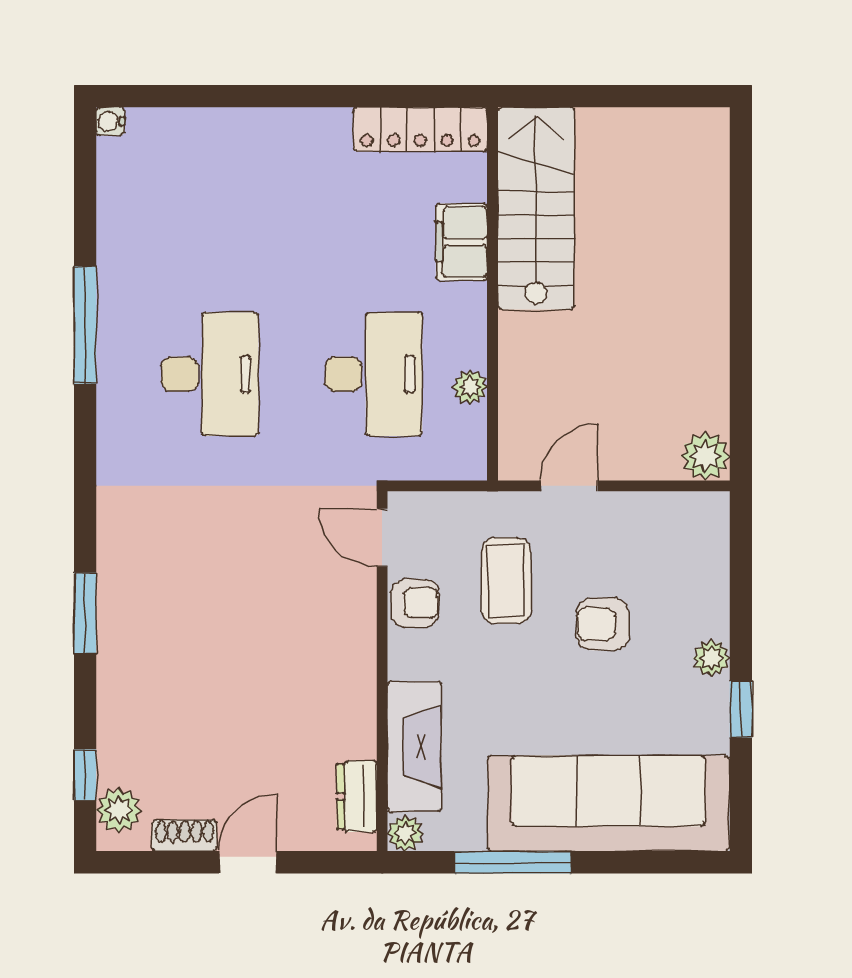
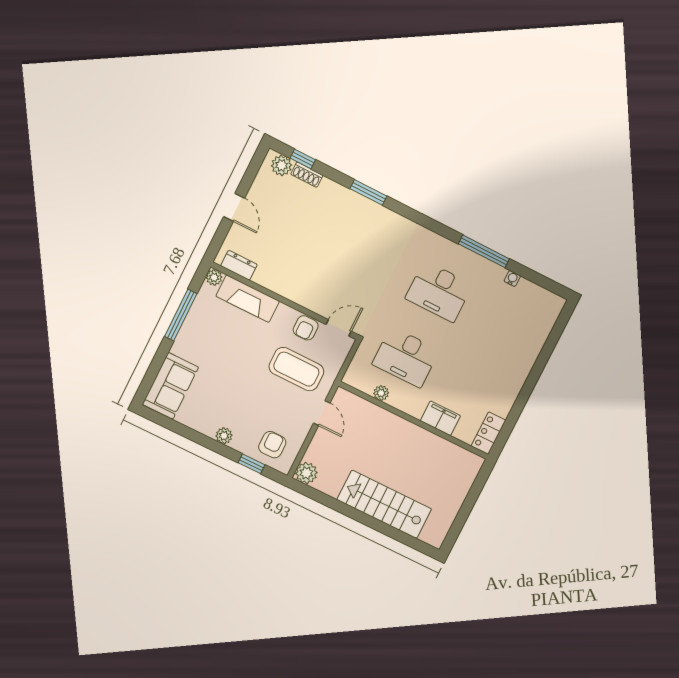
water cooler: (110, 121) -> (512, 278), moved
locker: (420, 129) -> (488, 433), width x0.66
stairs: (536, 208) -> (384, 504), moved, turned 180
coffee table: (506, 580) -> (296, 369), width x1.36, depth x1.32
armchair: (603, 624) -> (272, 445), moved
window: (741, 709) -> (252, 464), moved
sofa: (609, 803) -> (170, 386), width x0.54, depth x0.79
shoe rack: (184, 836) -> (307, 175), moved, turned 90

